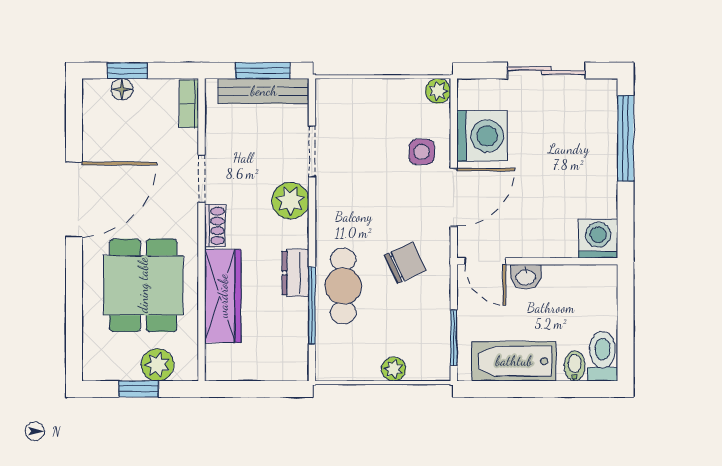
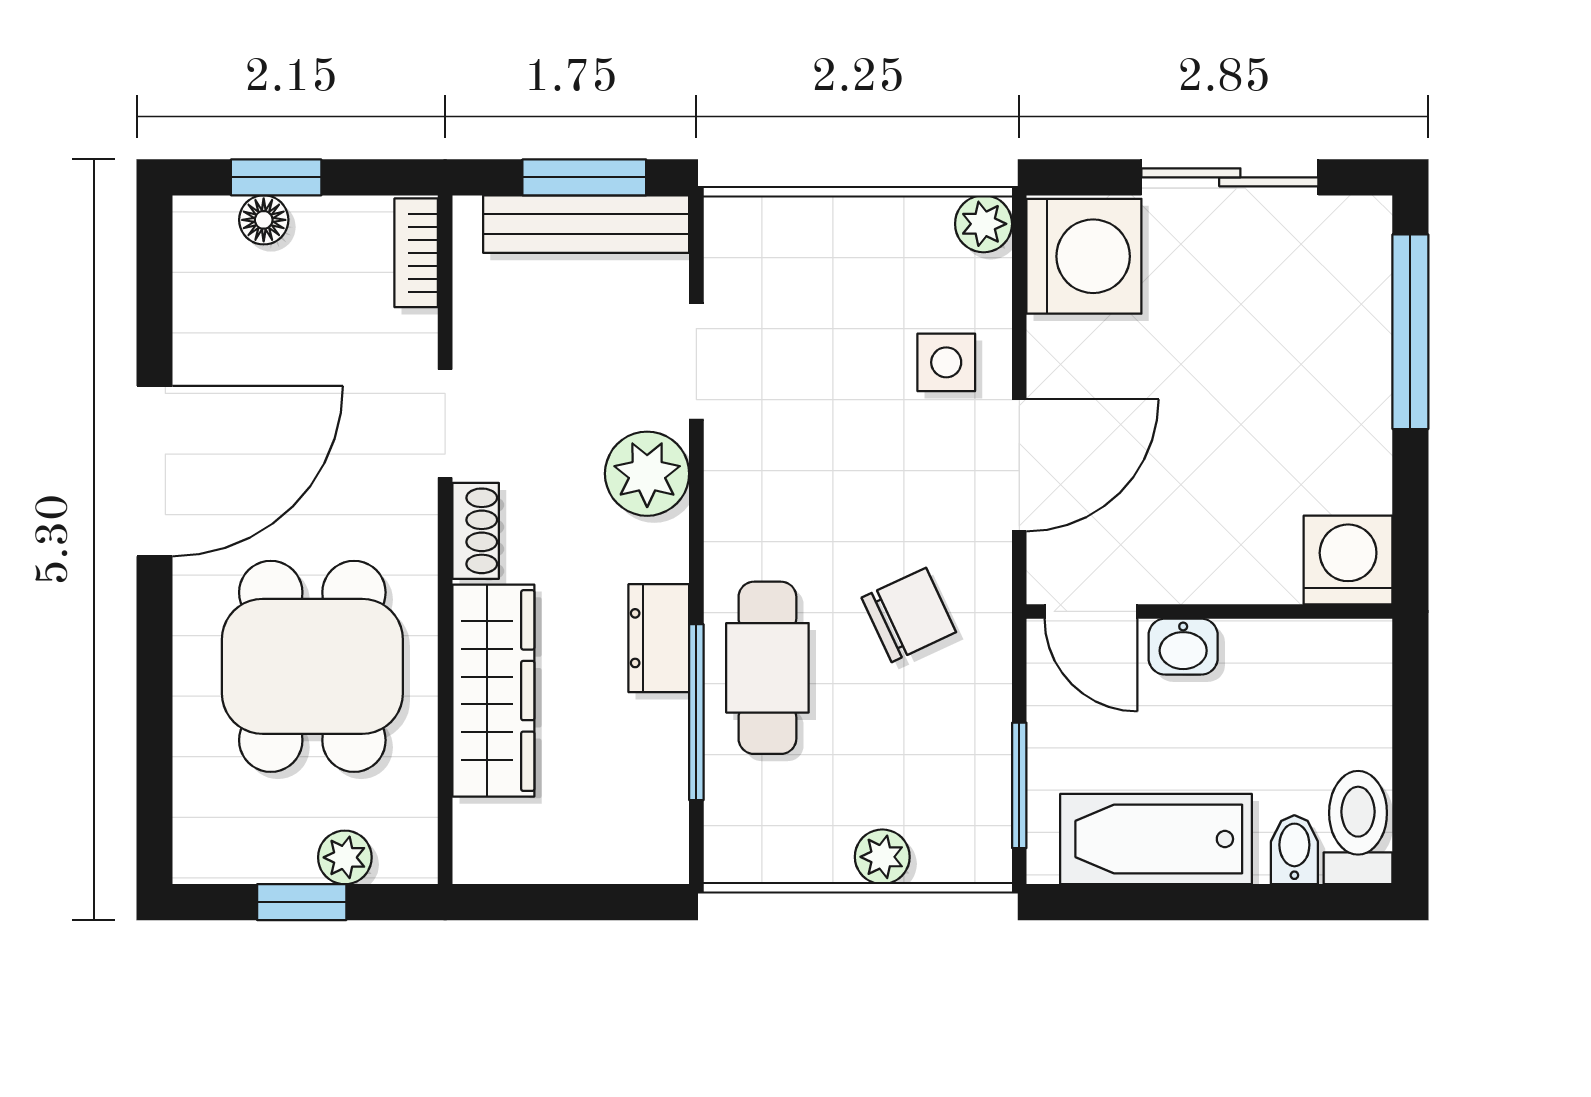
washing machine: (482, 136) -> (1084, 256), moved
plant: (158, 365) -> (345, 857), width x0.73, depth x0.73

